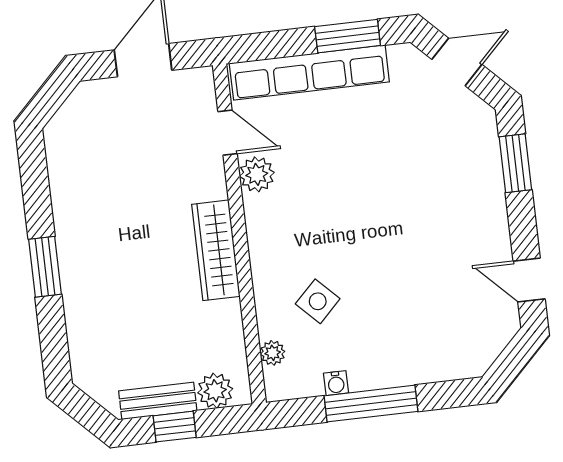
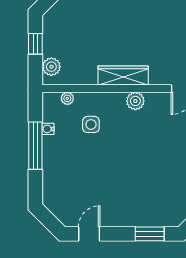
plant: (257, 174) -> (135, 101), moved
side table: (318, 301) -> (91, 124), turned 45
bench: (158, 401) -> (50, 37), removed

